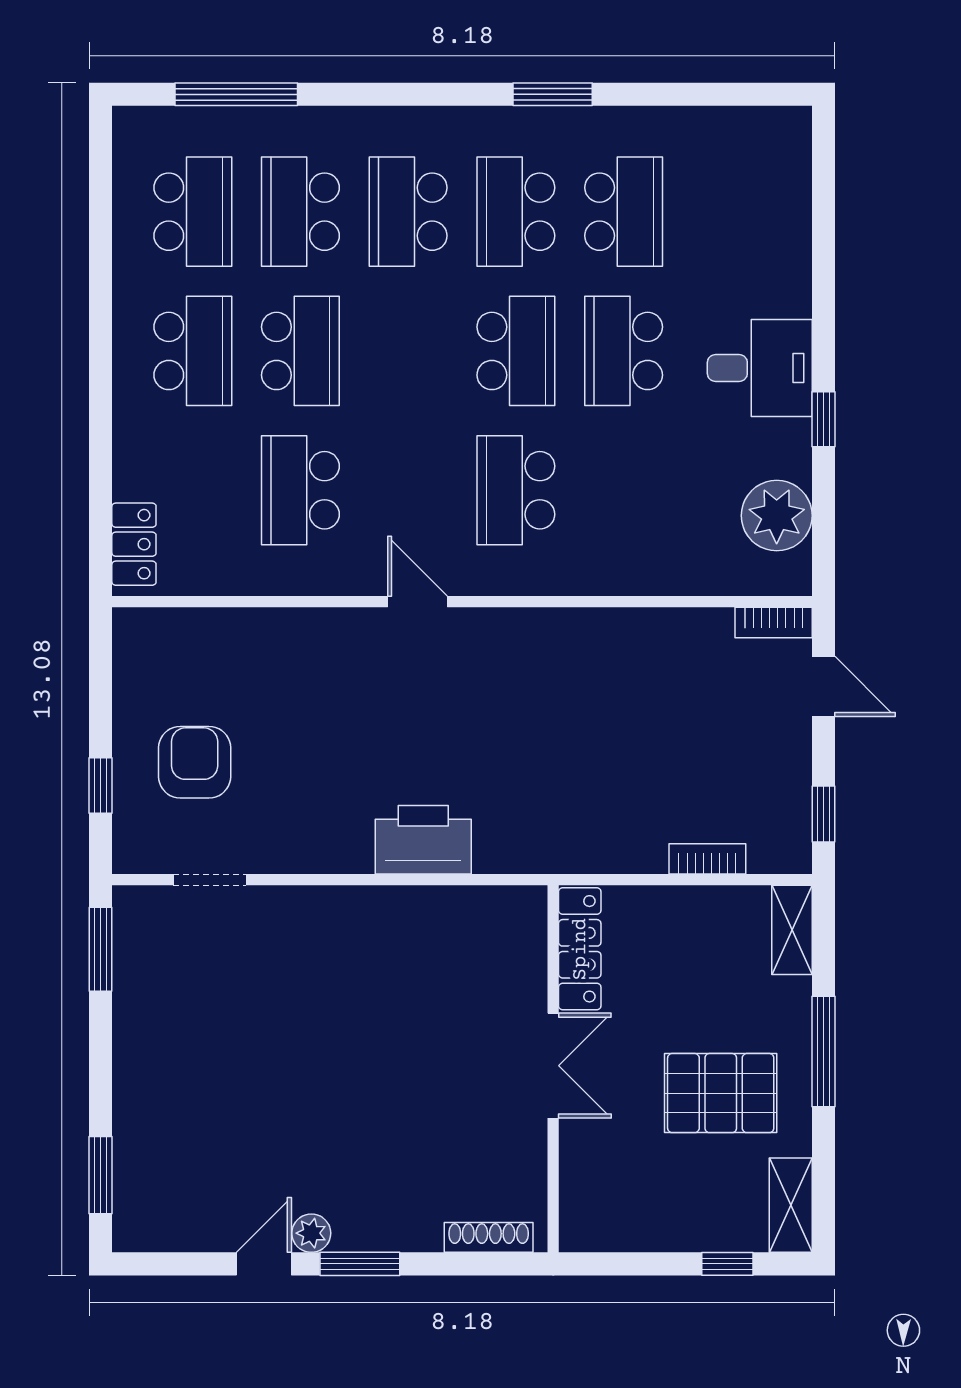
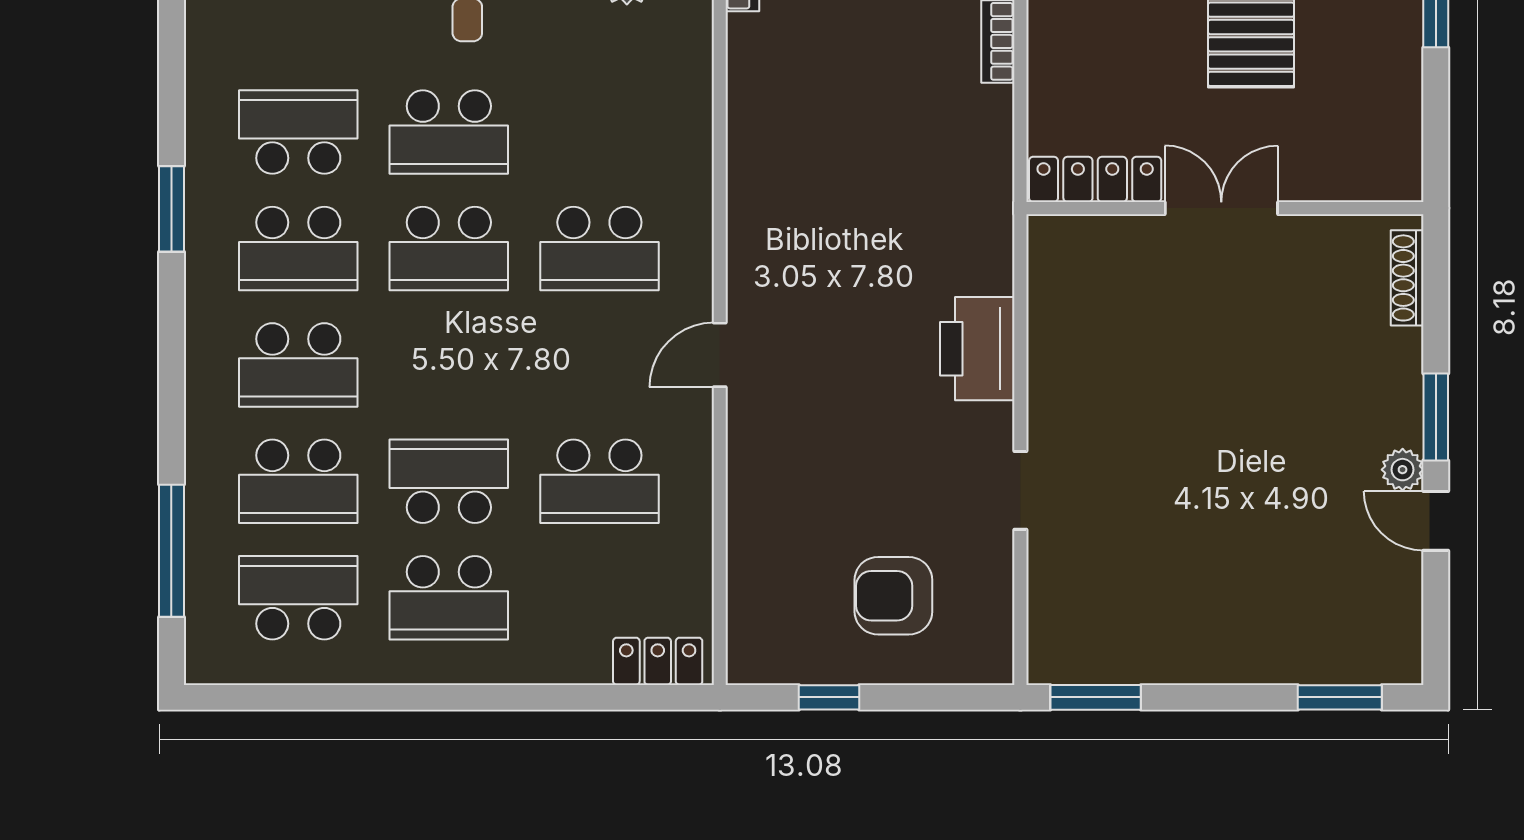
school desk: (193, 351) -> (449, 598), turned 180
school desk: (516, 351) -> (449, 248), turned 180
window: (101, 785) -> (829, 697), moved
doorway: (210, 880) -> (1020, 490), moved

